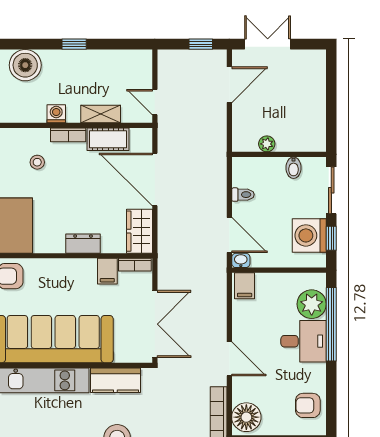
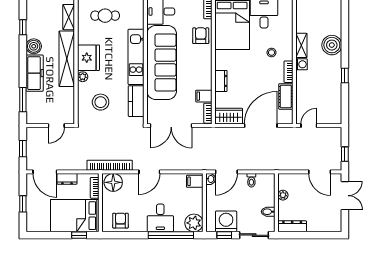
shelving: (101, 114) -> (301, 45), moved
dresser: (317, 129) -> (292, 226), added
plant: (312, 304) -> (194, 223), moved

